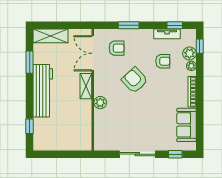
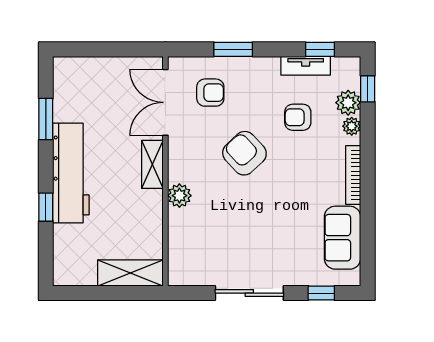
shelving: (50, 36) -> (130, 273), moved
armchair: (163, 61) -> (298, 117), turned 180
window: (30, 126) -> (46, 207), moved

